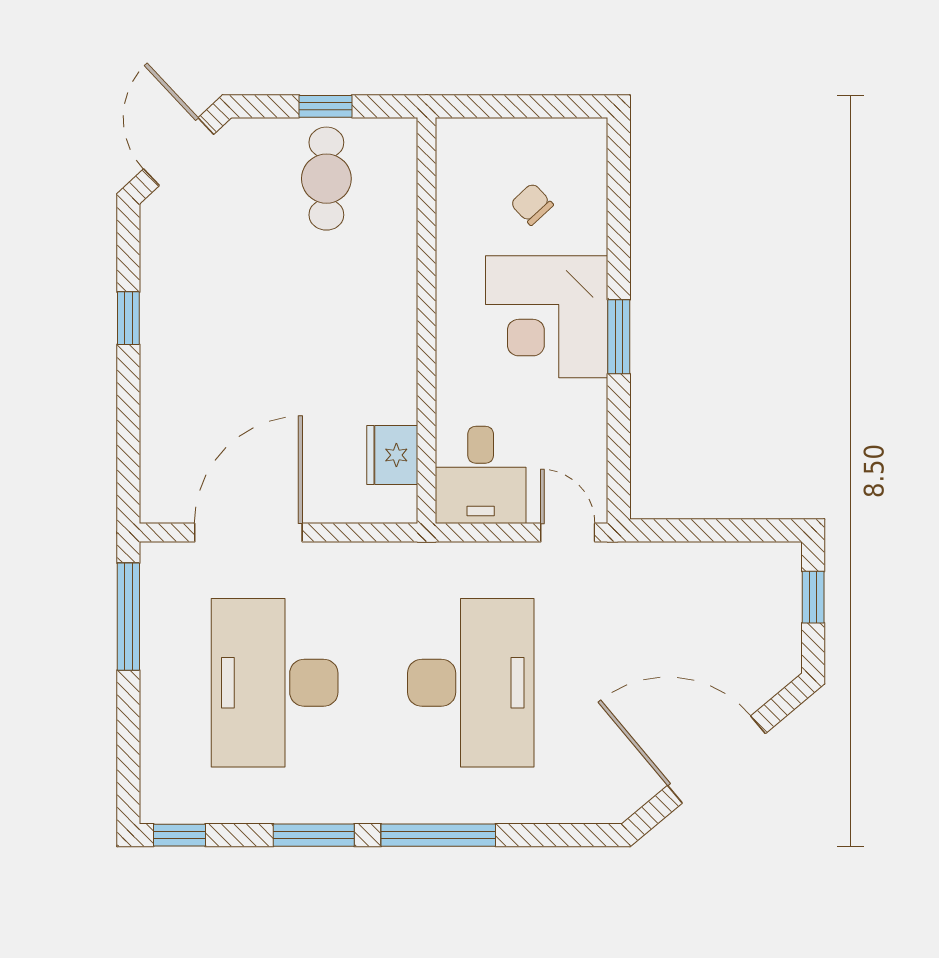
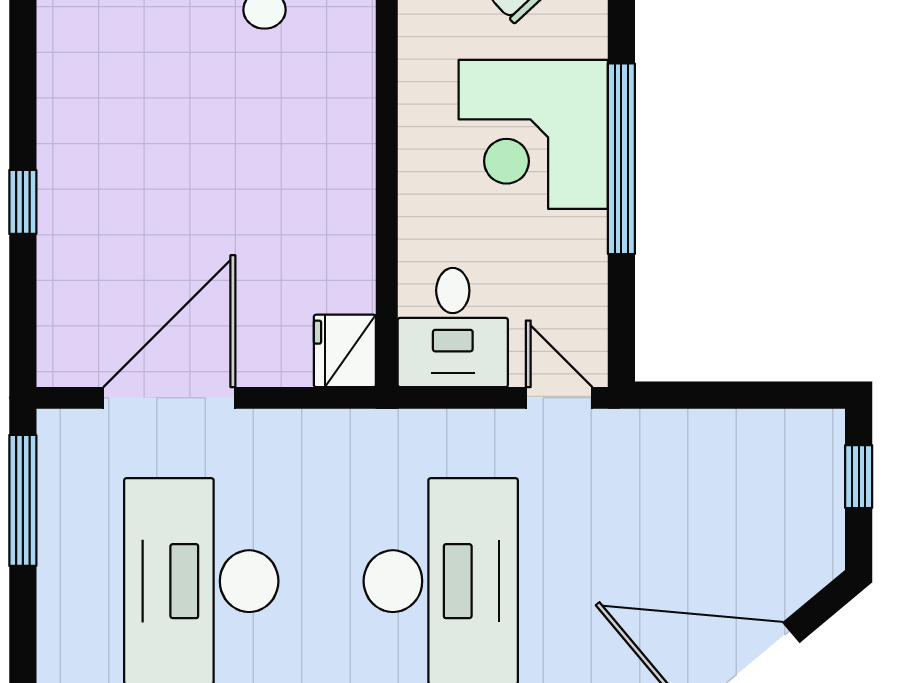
window: (128, 318) -> (23, 202), moved
window: (619, 337) -> (621, 159), width x2.11
fridge: (392, 455) -> (345, 351), moved

